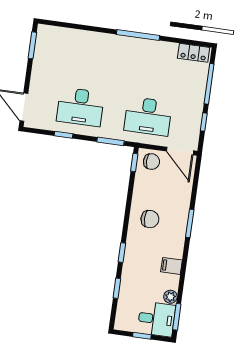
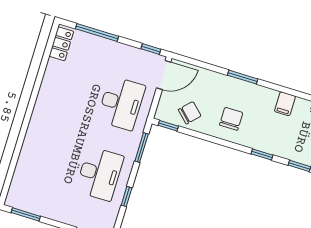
window: (138, 35) -> (33, 100), removed
window: (204, 122) -> (151, 49), moved
chair: (151, 162) -> (190, 113), moved, turned 44

